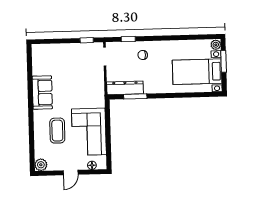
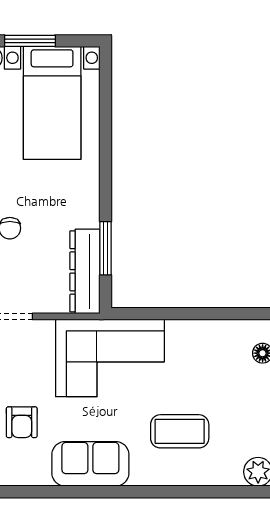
armchair: (59, 62) -> (22, 422), added
corner sofa: (89, 132) -> (110, 358), moved

